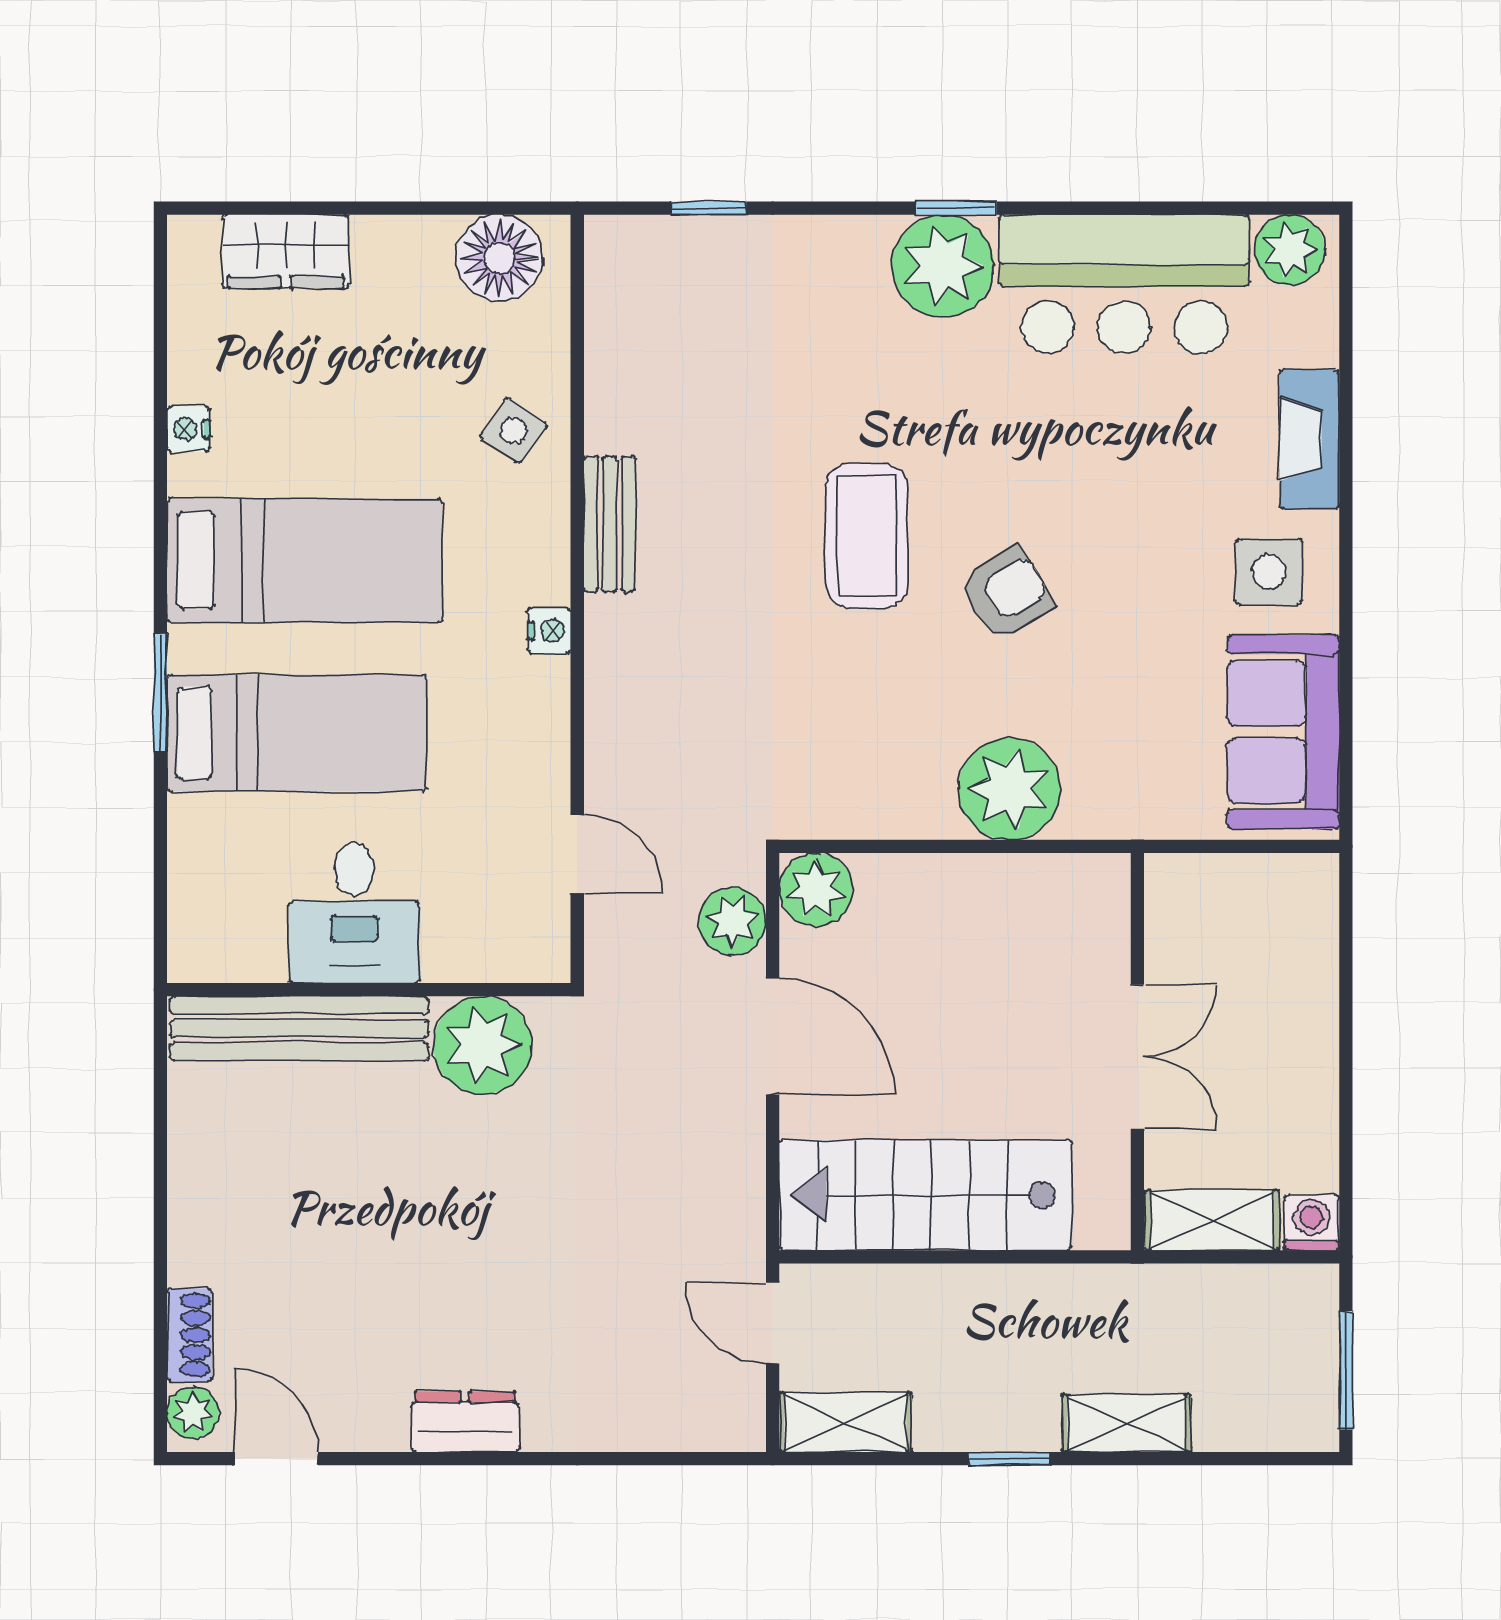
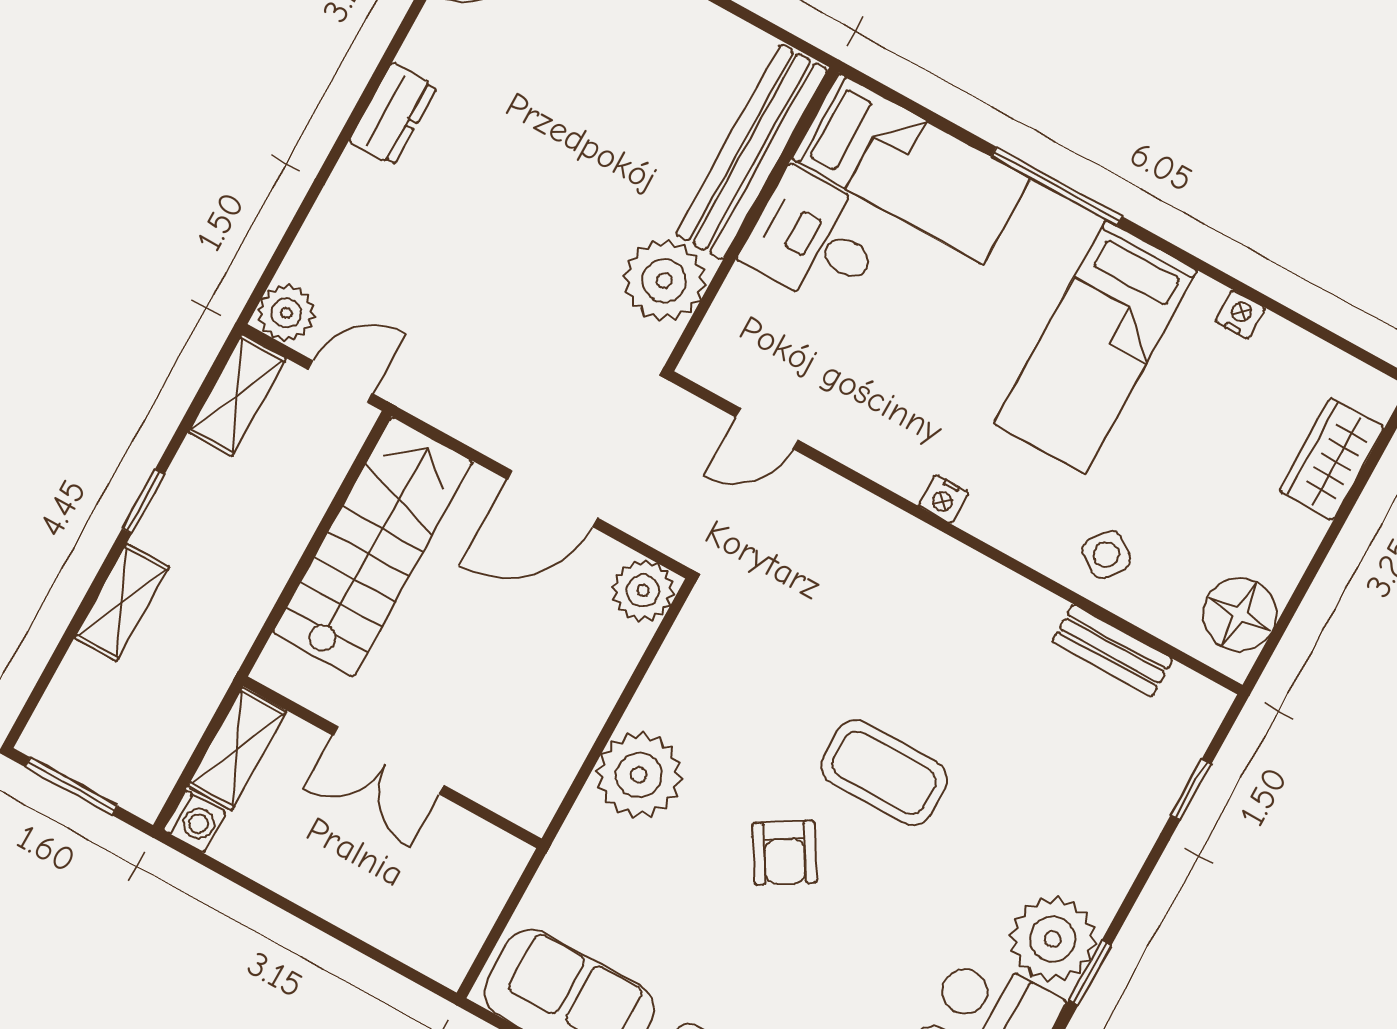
bench: (610, 524) -> (1112, 651), moved
window: (160, 692) -> (1057, 186), width x1.44
bed: (297, 733) -> (911, 169), moved, turned -90
plant: (732, 921) -> (286, 313), moved

